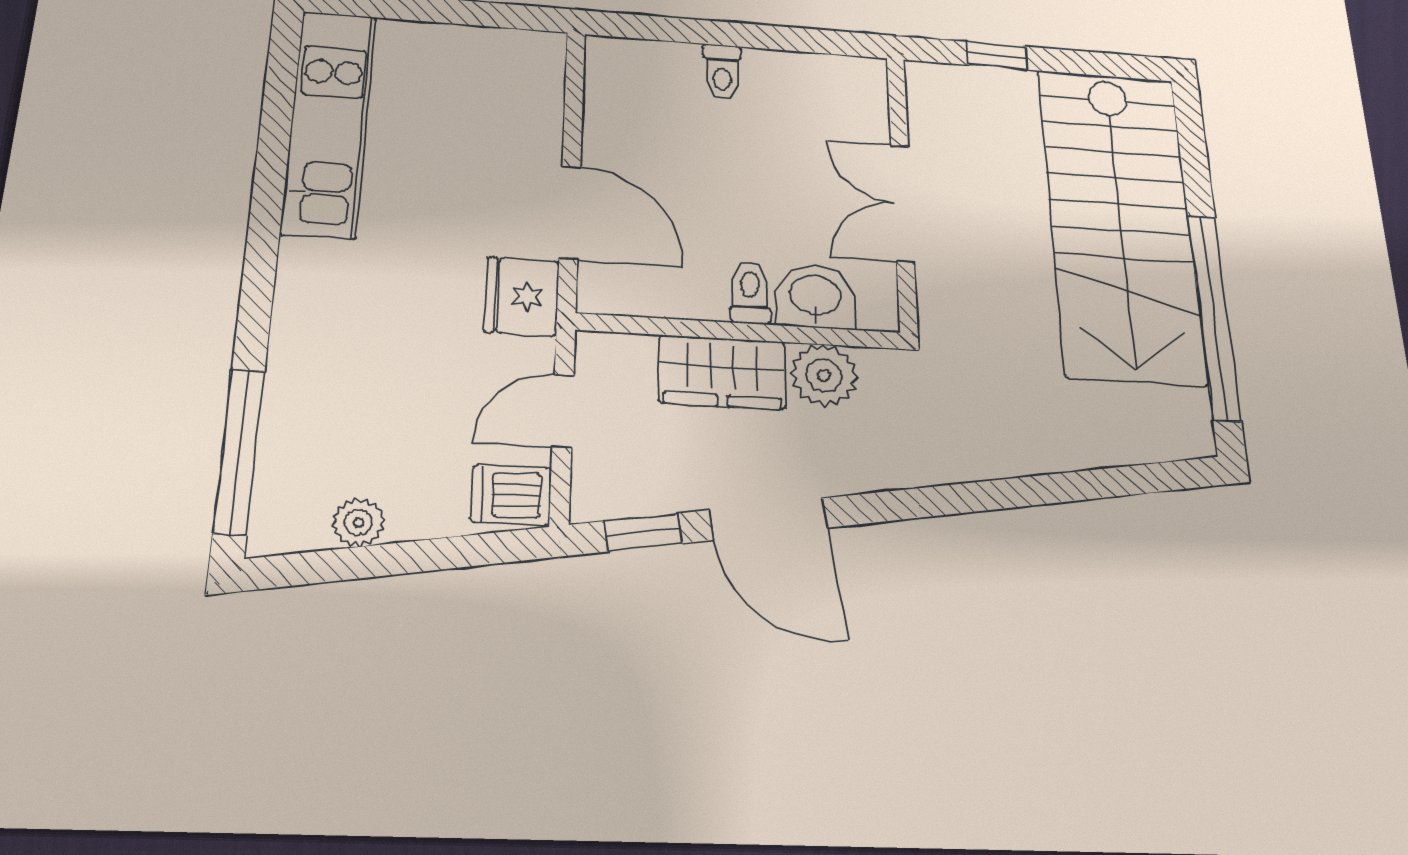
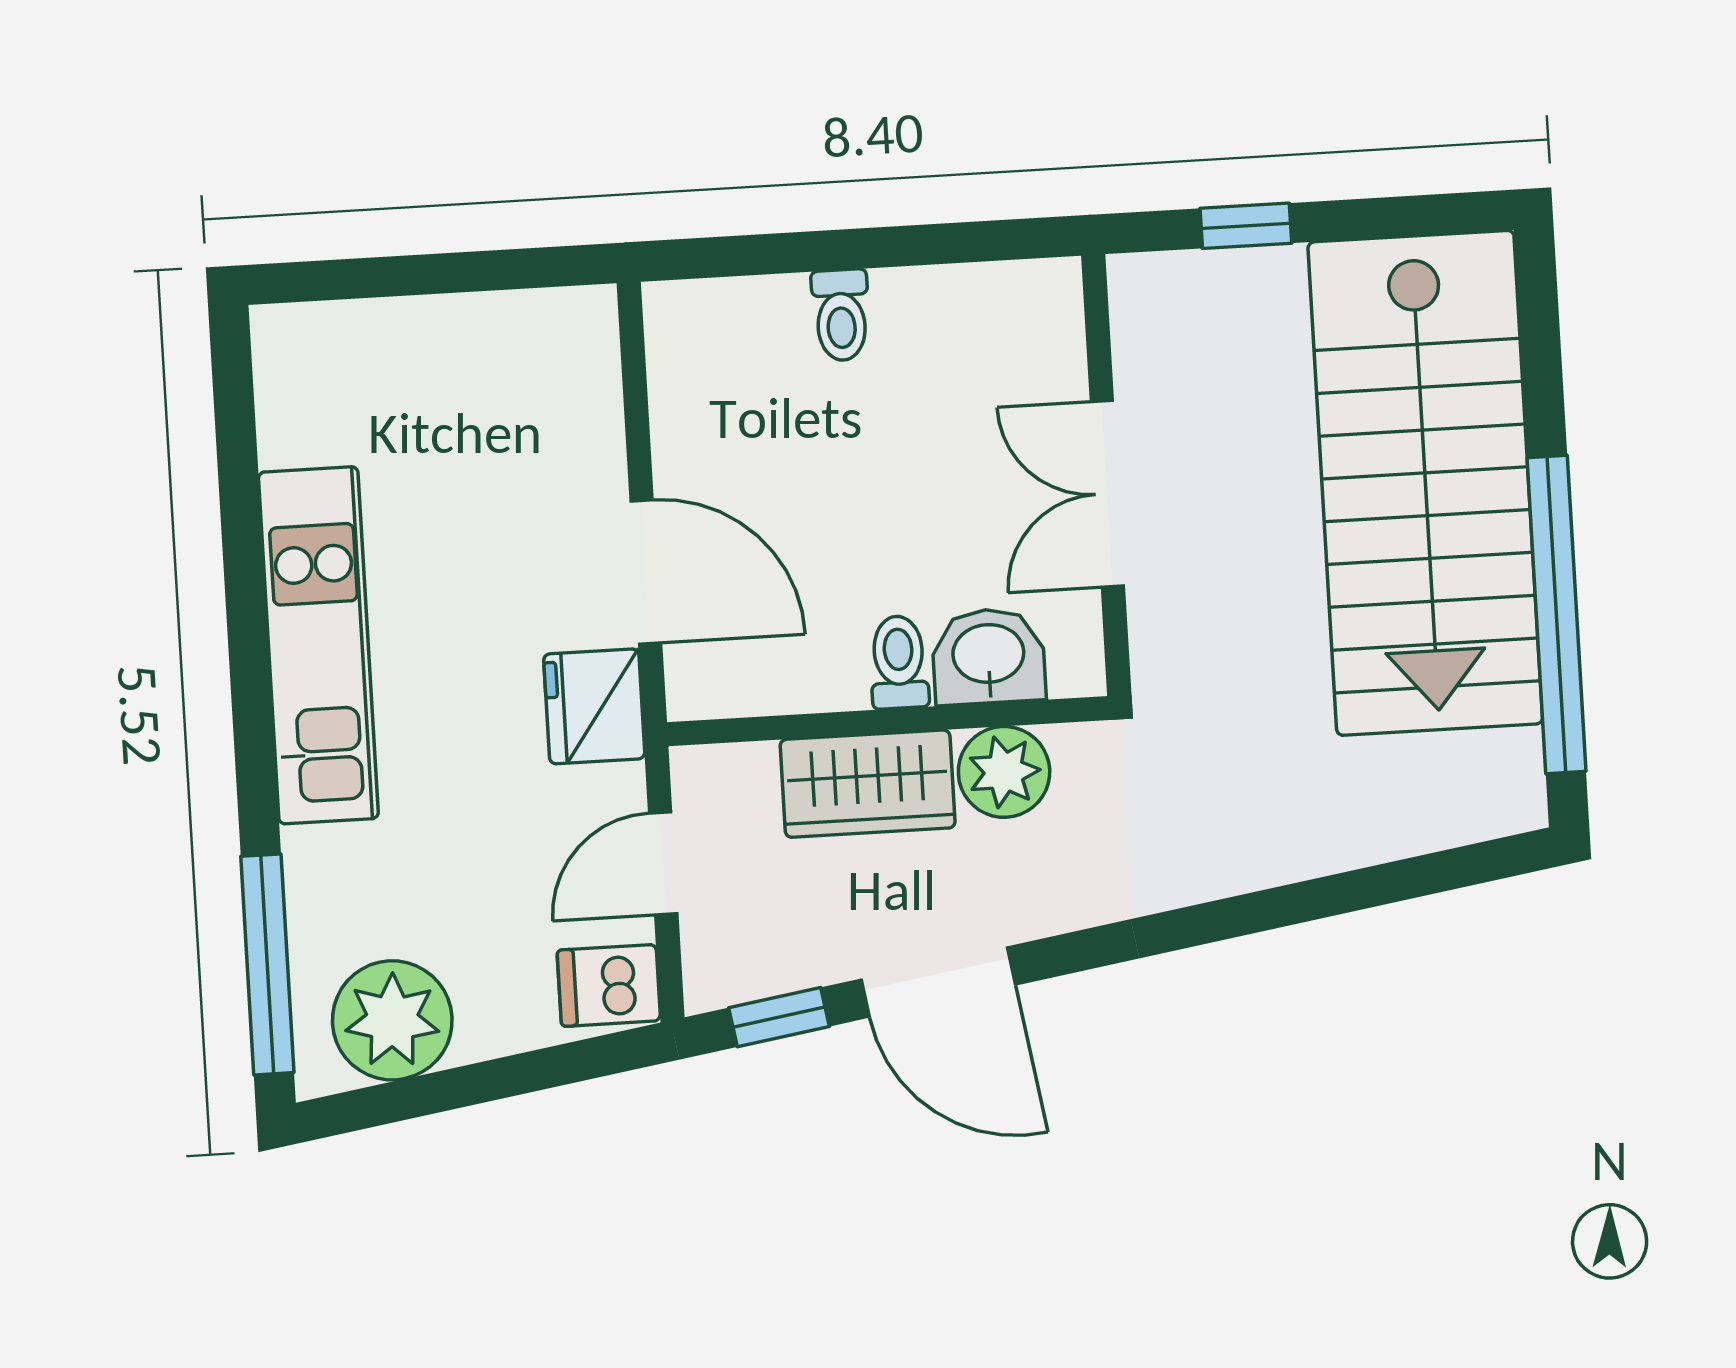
kitchen unit: (329, 123) -> (318, 645), moved
plant: (358, 522) -> (392, 1020), width x1.88, depth x1.88

